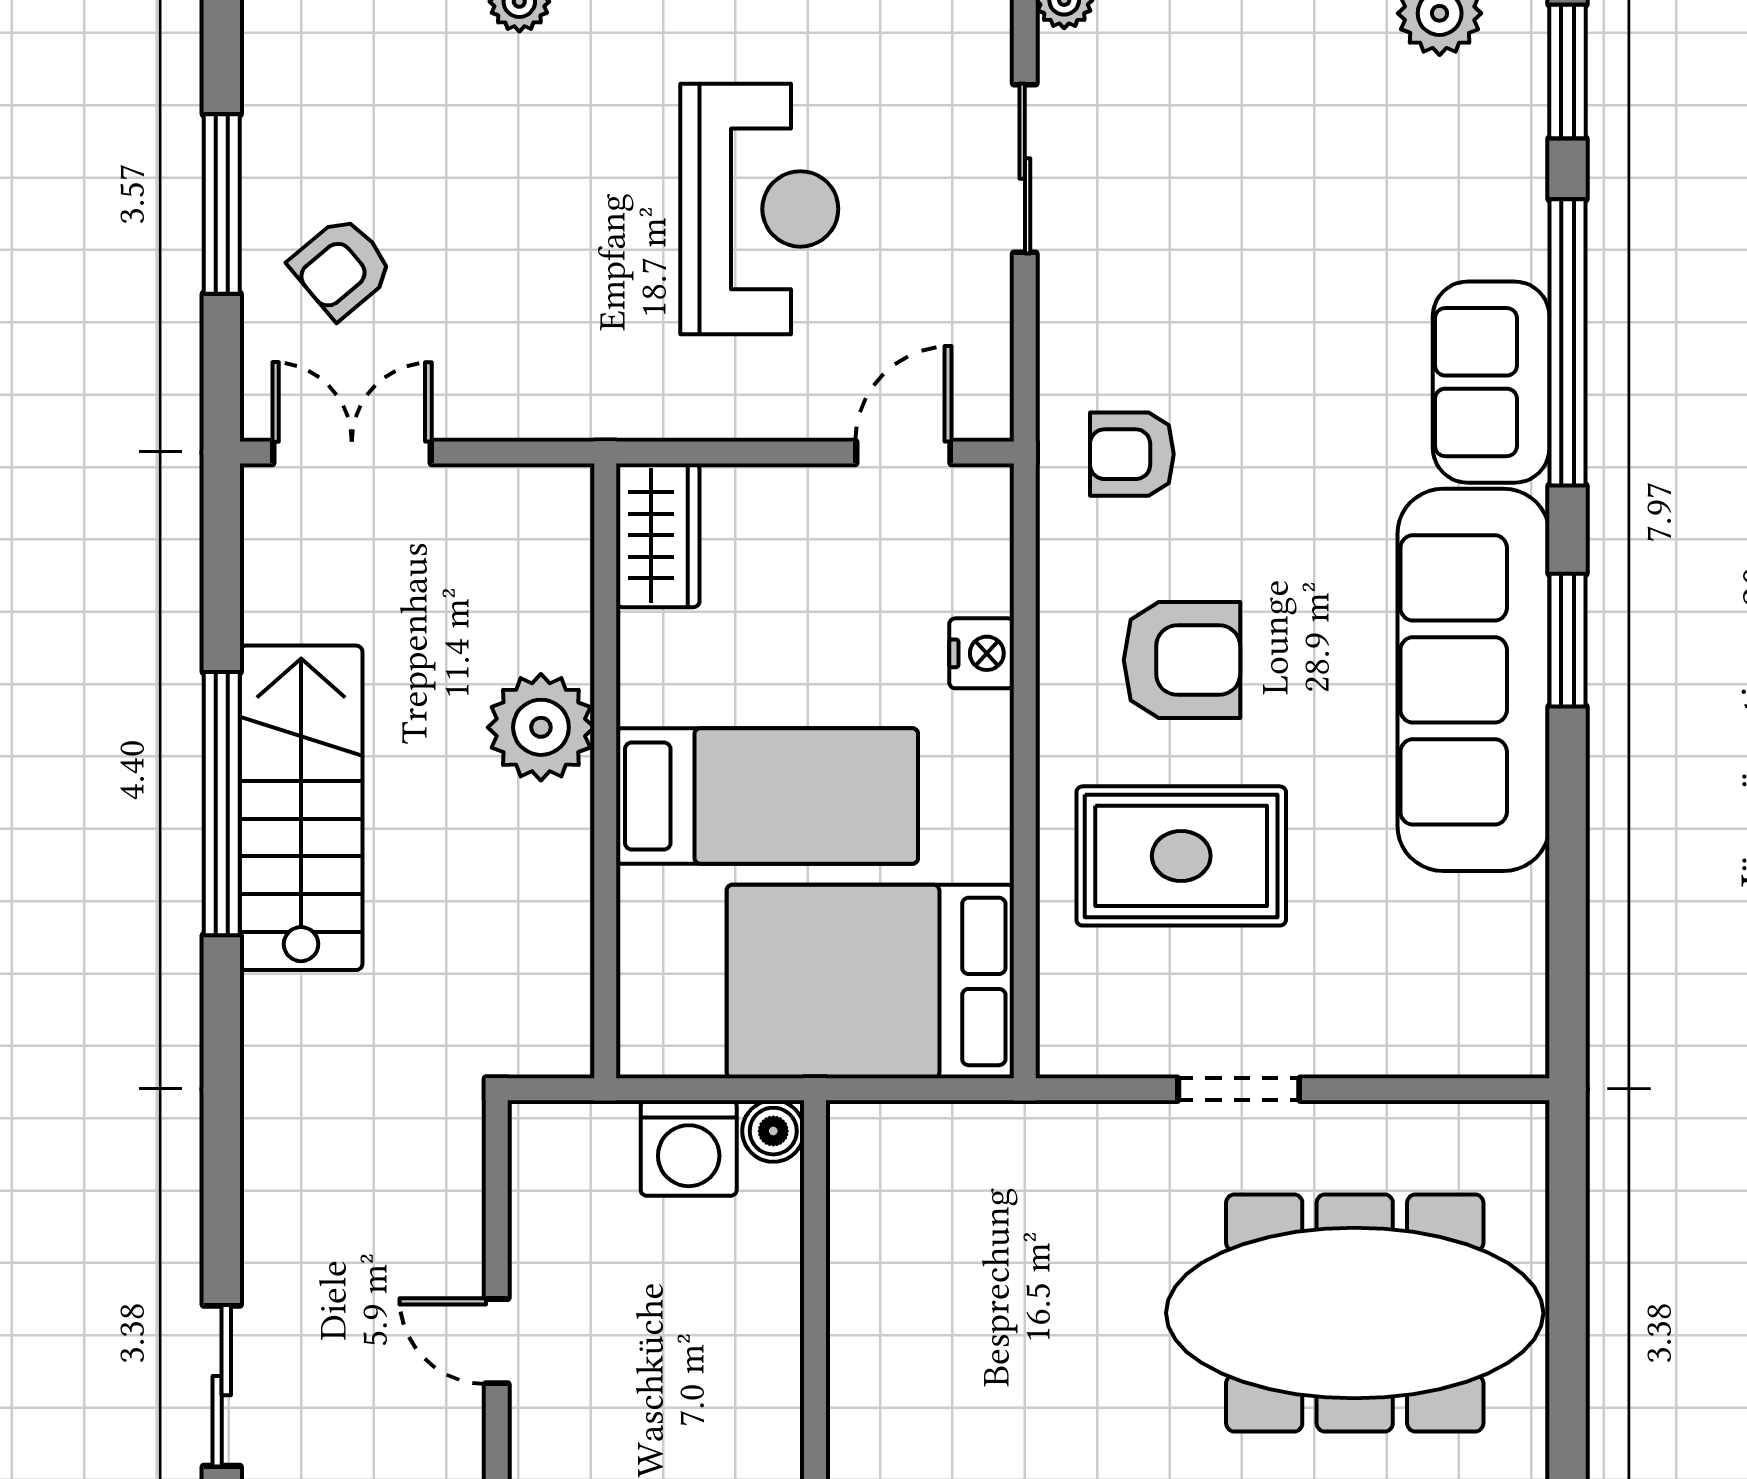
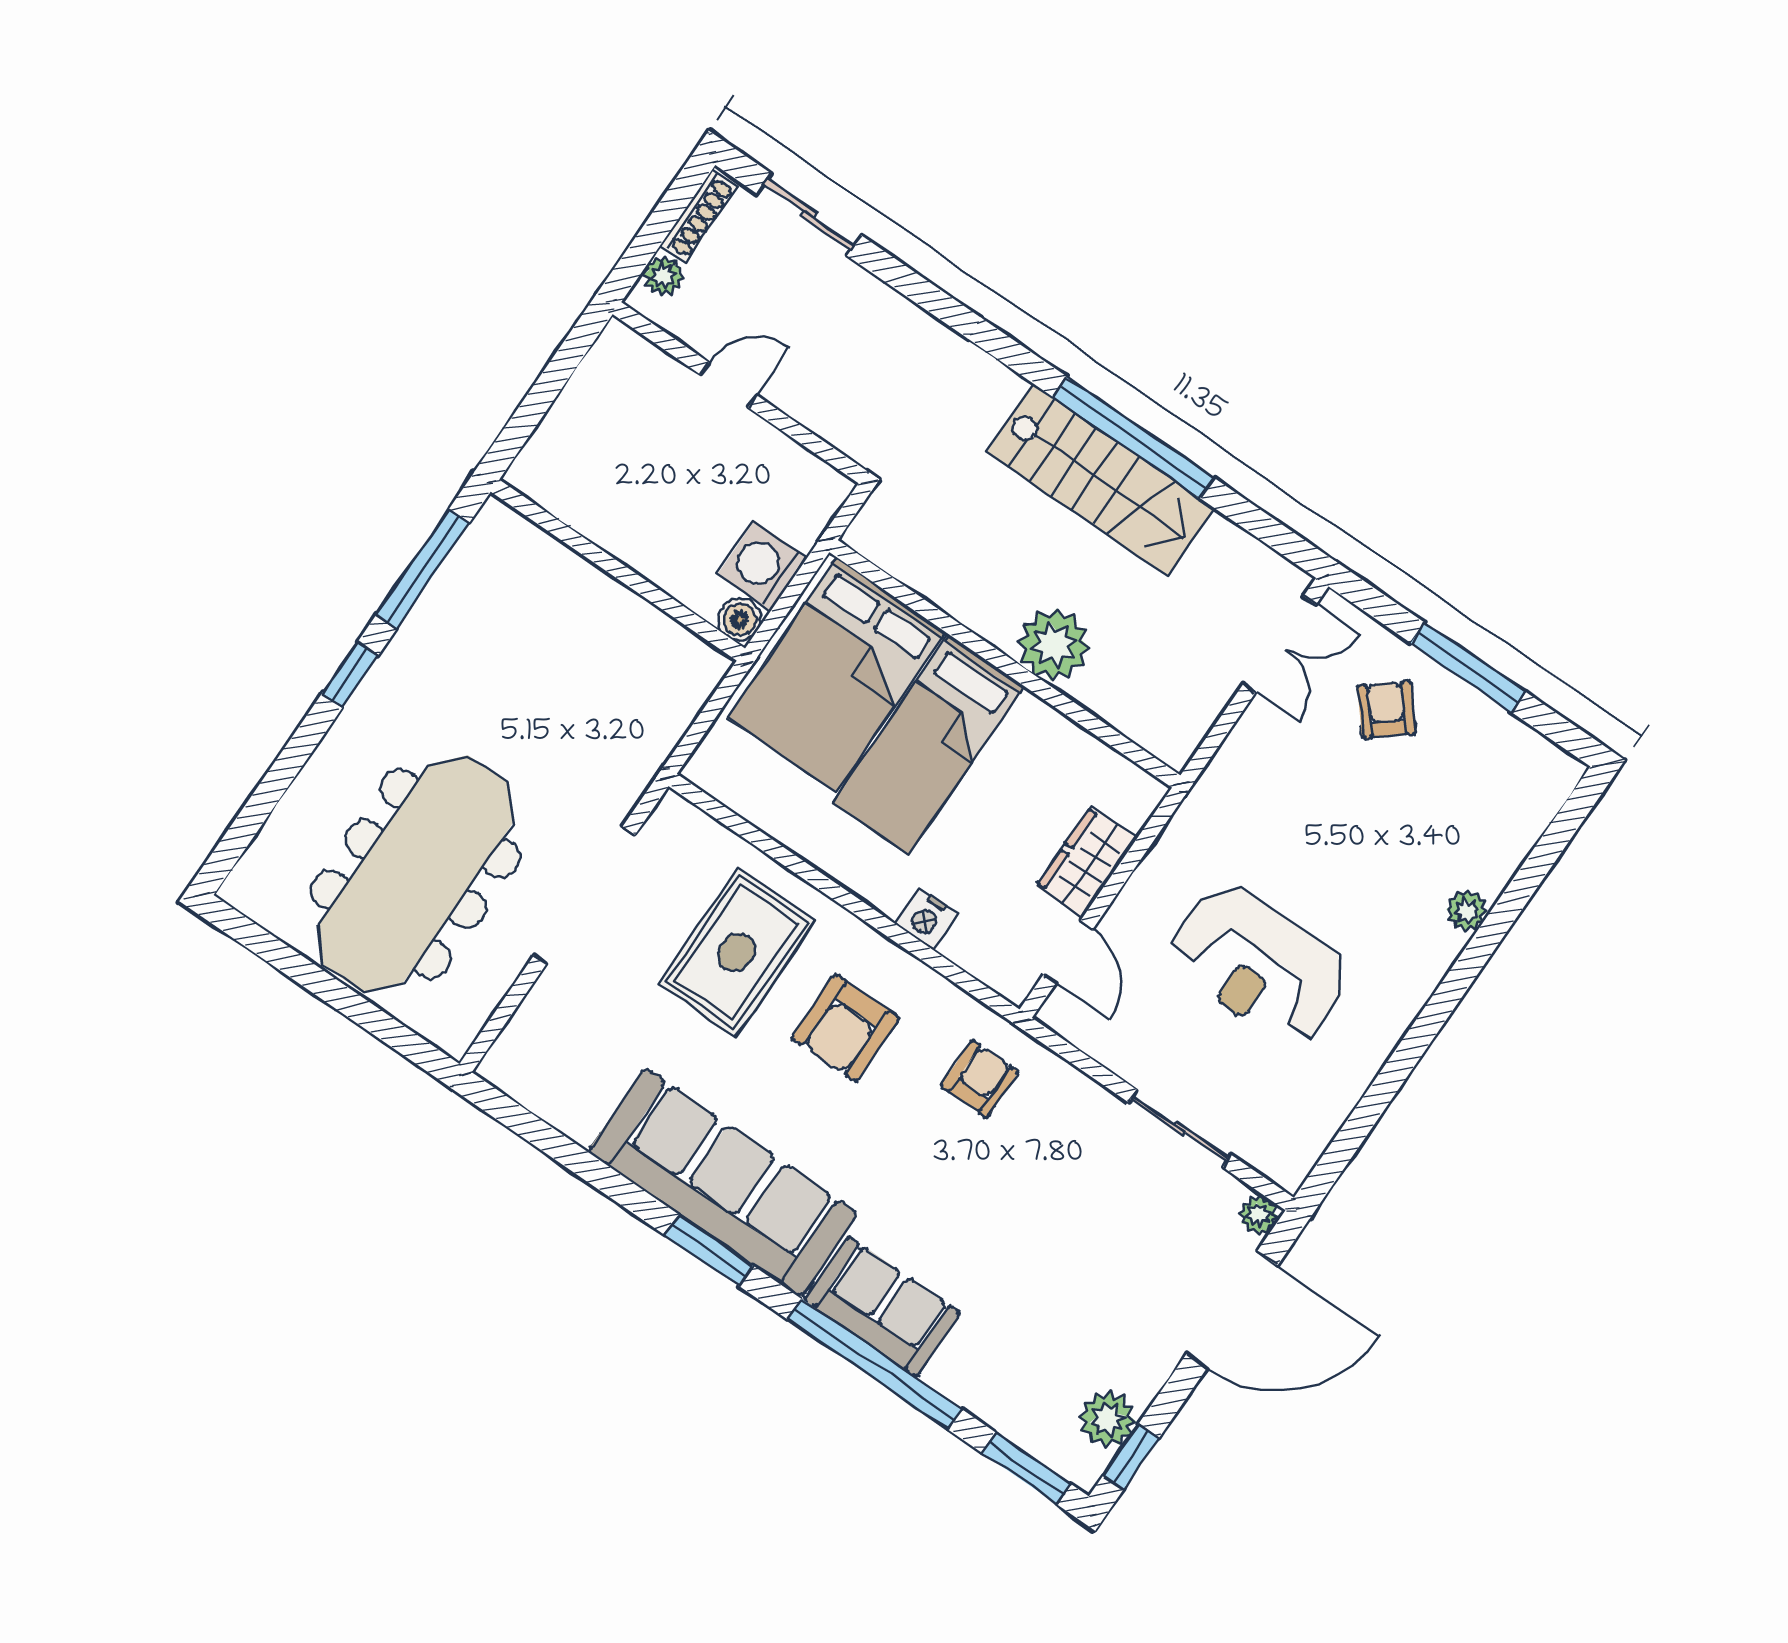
wardrobe: (658, 535) -> (1087, 862), moved, turned 90
bed: (870, 981) -> (837, 675), moved, turned 180
doorway: (1239, 1089) -> (585, 895), width x1.87

